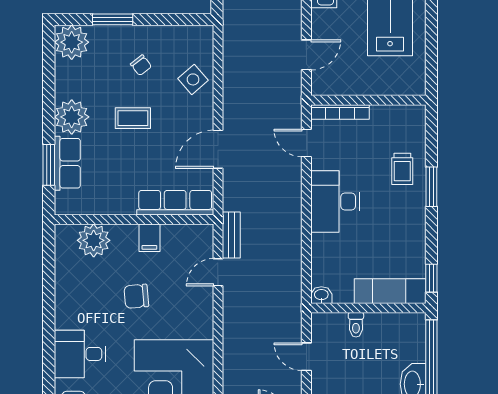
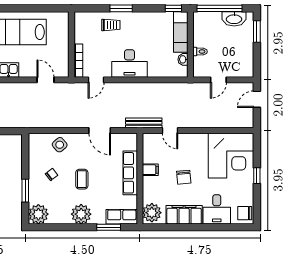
row of seats: (67, 163) -> (122, 217), moved
row of seats: (175, 203) -> (130, 173), moved
bench: (231, 235) -> (144, 123), width x1.36
plant: (94, 240) -> (152, 213), moved
washbasin: (321, 295) -> (183, 59), moved
filing cabinet: (71, 297) -> (184, 215), added

